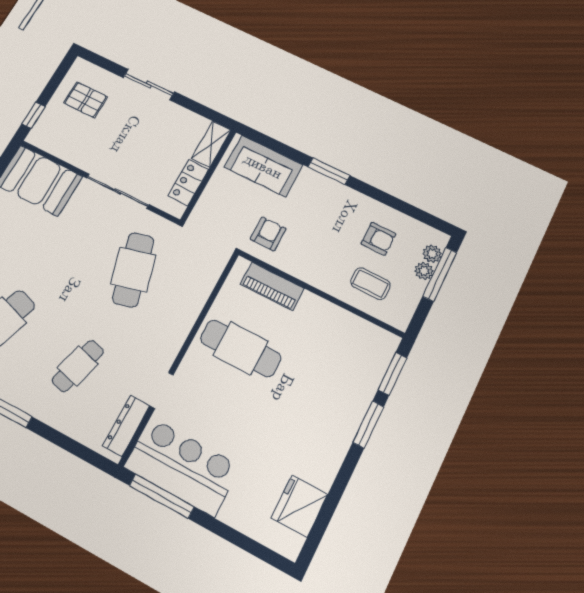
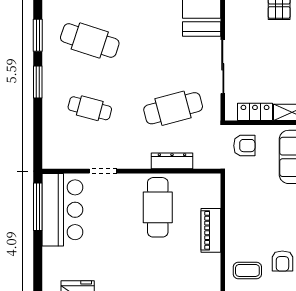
armchair: (268, 234) -> (244, 146), moved
coffee table: (370, 284) -> (247, 270), turned 90
piano: (272, 286) -> (211, 230), moved
dresser: (126, 426) -> (172, 161), moved

